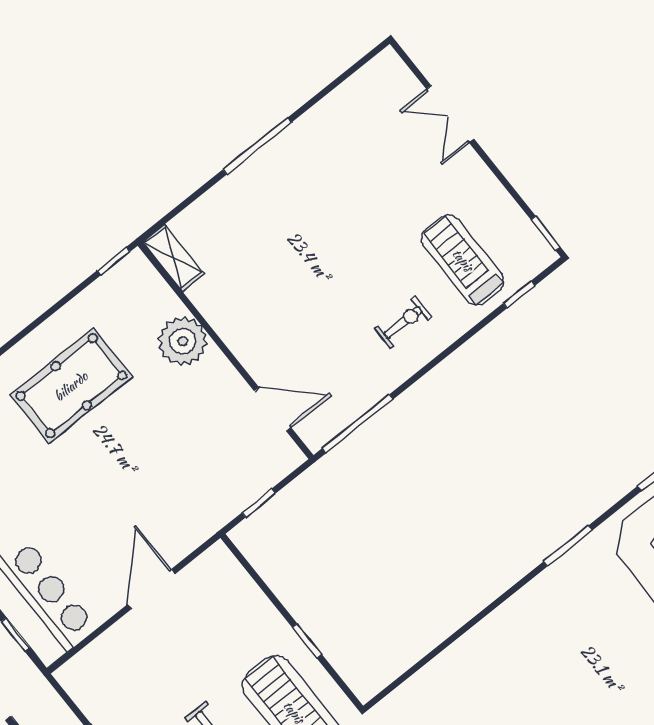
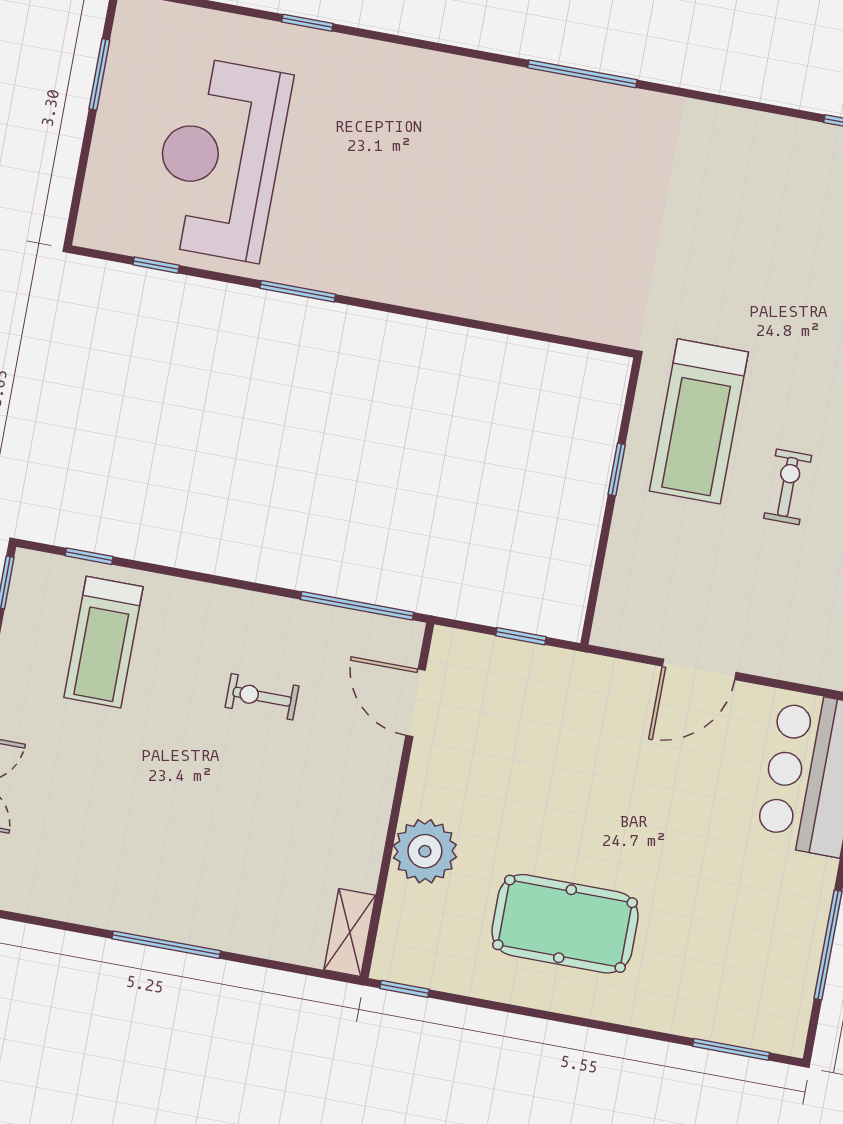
exercise bike: (403, 322) -> (262, 697), moved

